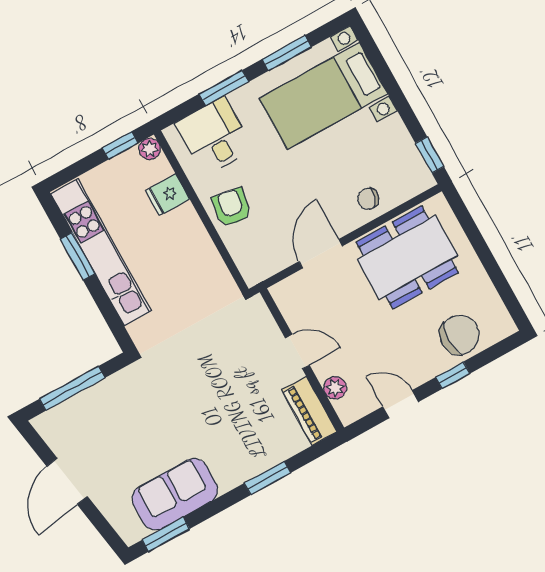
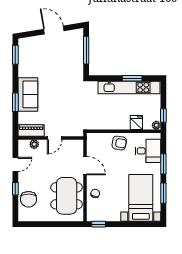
sofa: (175, 494) -> (28, 94), moved

